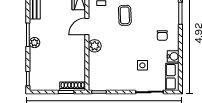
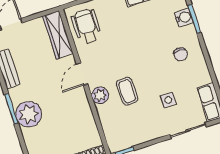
coffee table: (125, 15) -> (127, 91), moved
plant: (34, 43) -> (29, 114), width x1.88, depth x1.88
water cooler: (173, 56) -> (184, 18), moved

